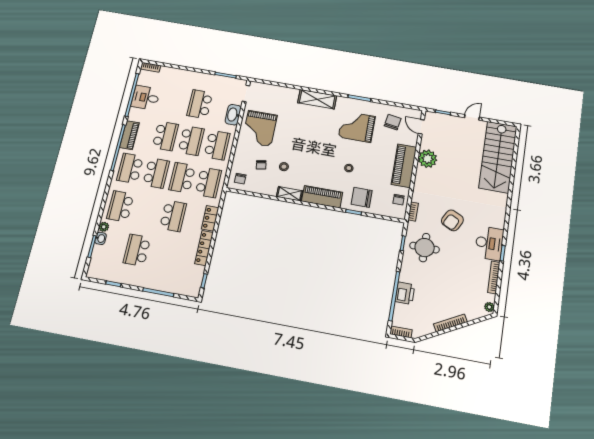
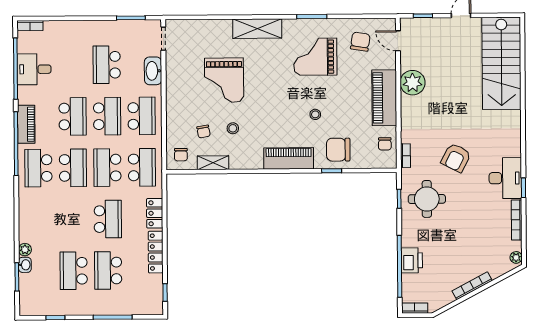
grand piano: (260, 128) -> (224, 80), moved
shelving: (289, 194) -> (213, 163), moved
school desk: (120, 206) -> (108, 270), moved

